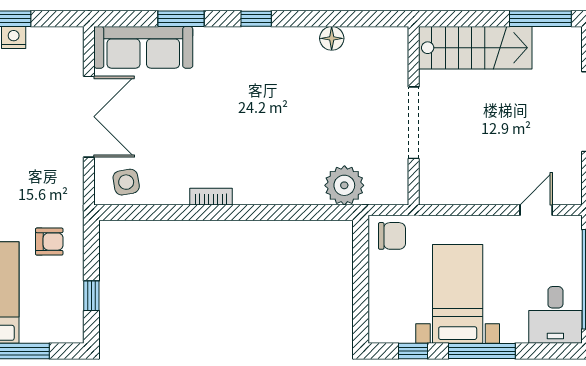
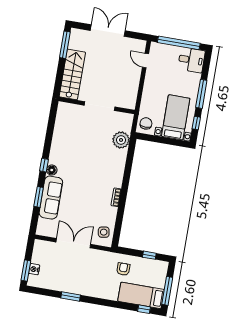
floor lamp: (332, 38) -> (52, 170), moved
sofa: (143, 47) -> (51, 198), moved
bed with nightstands: (458, 294) -> (176, 117), moved, turned 90

